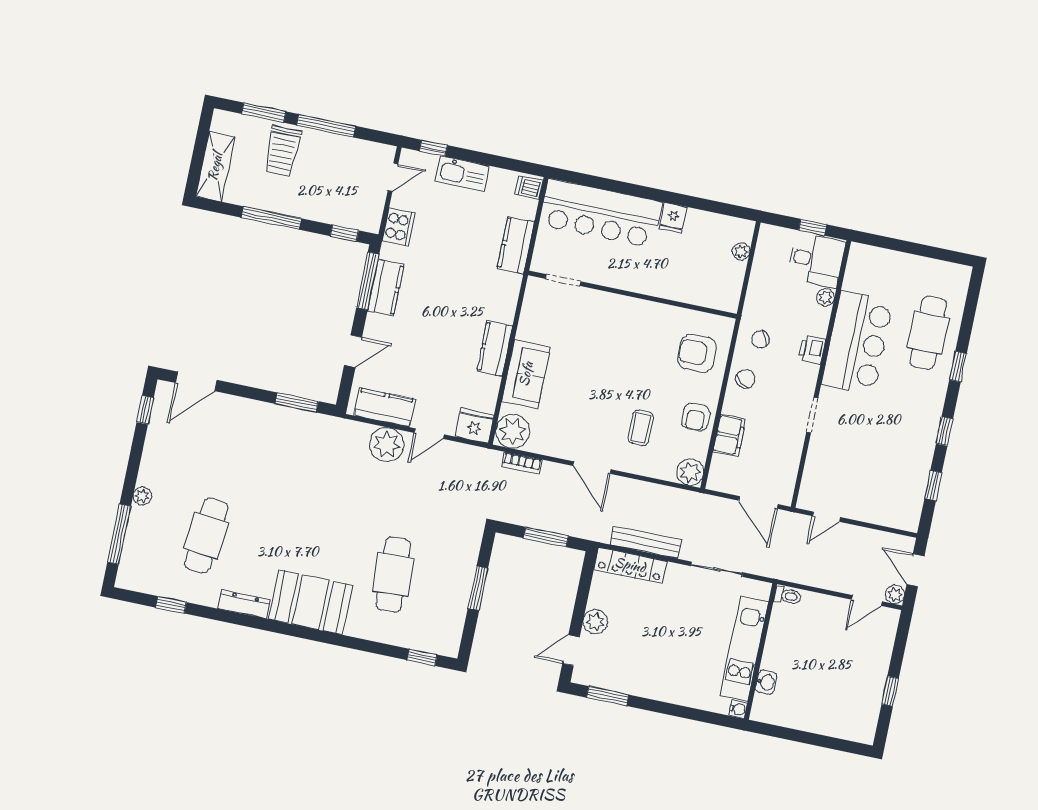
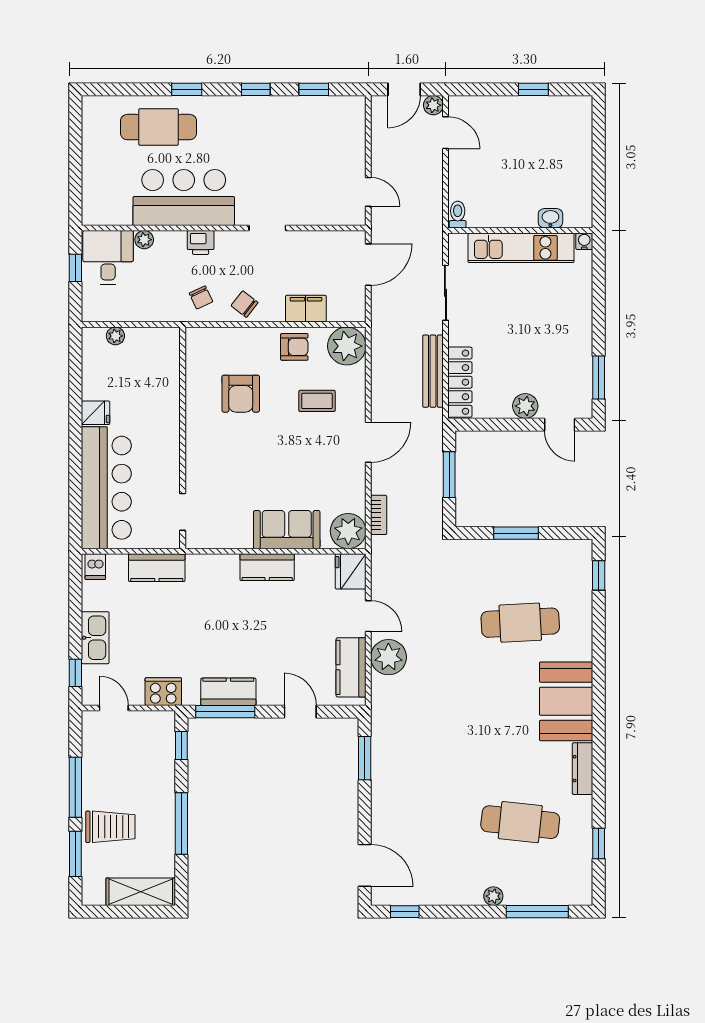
armchair: (697, 353) -> (241, 394), moved
plant: (690, 472) -> (347, 346), width x1.36, depth x1.36

